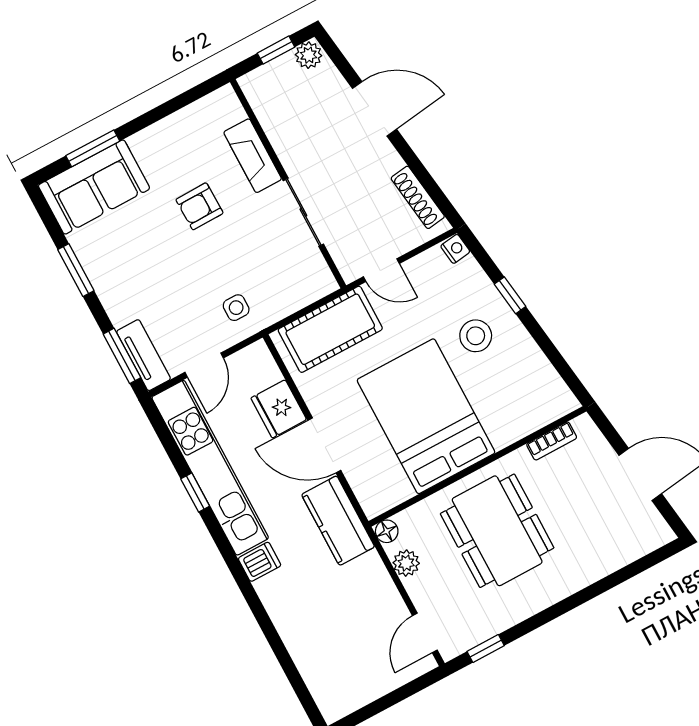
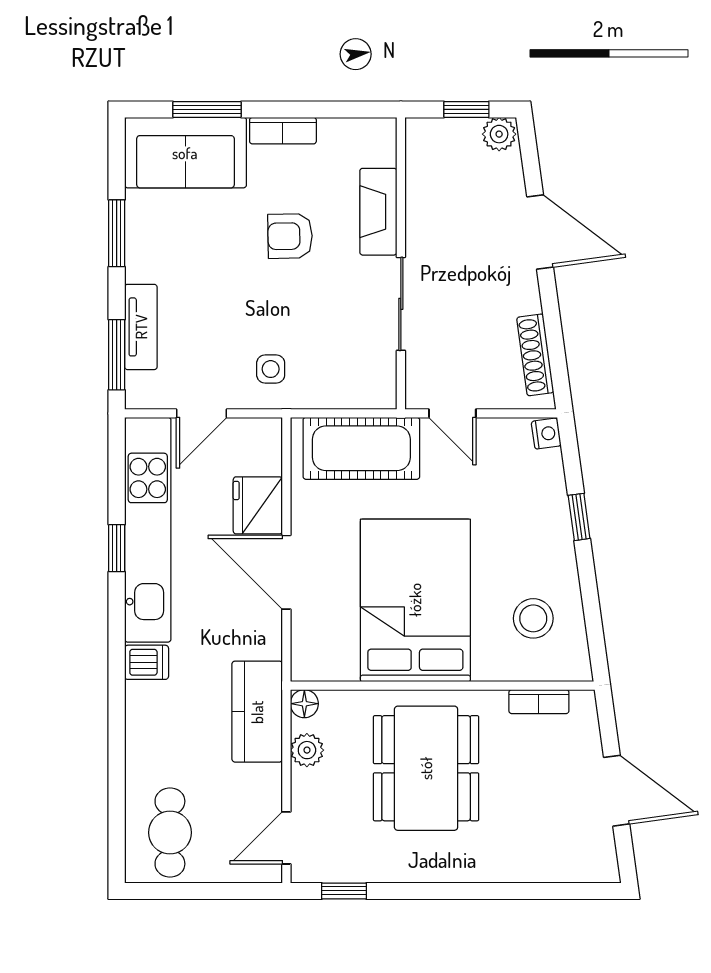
bookcase: (155, 135) -> (283, 131), added
stool: (476, 336) -> (533, 618), moved
tv unit: (144, 355) -> (141, 327), moved
kitchen counter: (338, 521) -> (257, 712), moved
cafe table: (341, 673) -> (170, 833), added

